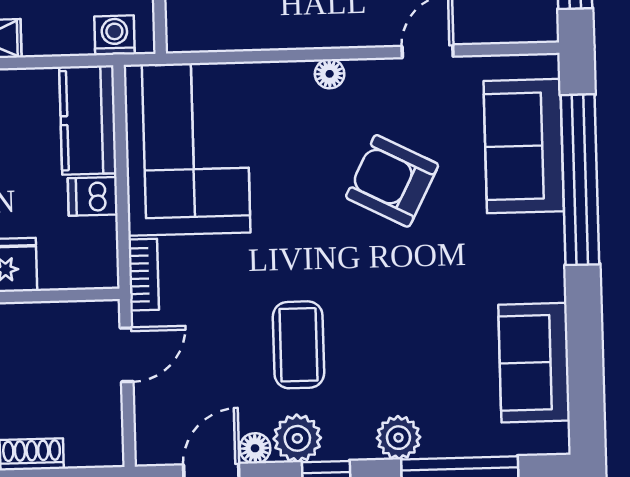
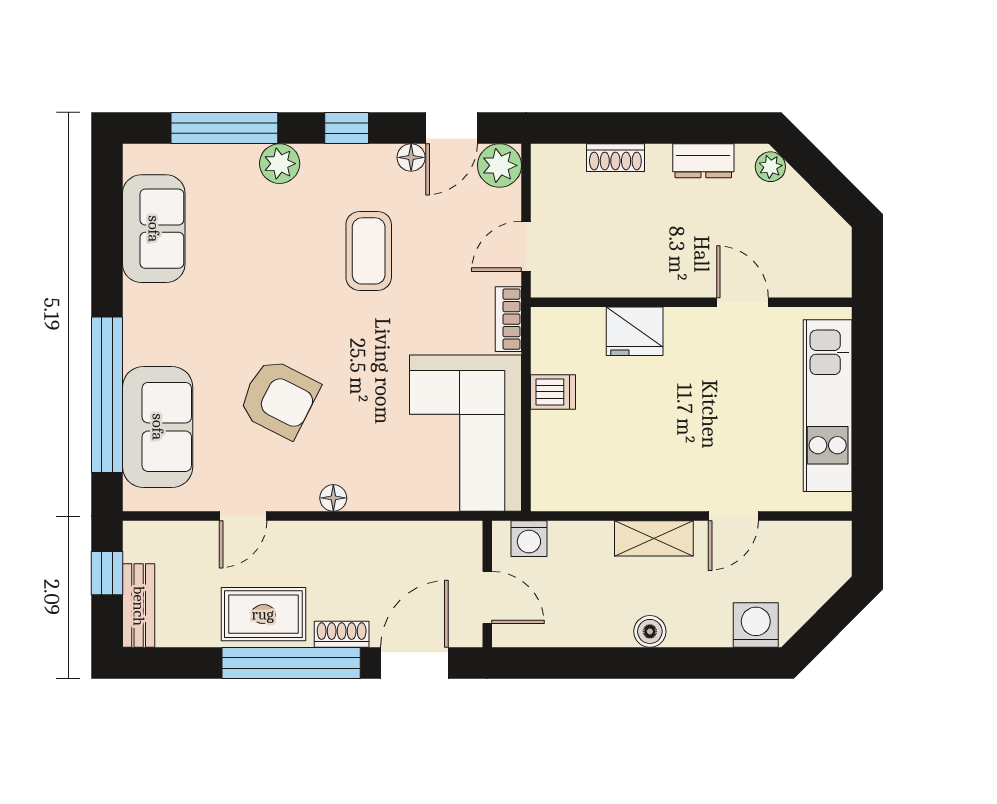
kitchen counter: (88, 120) -> (555, 462), removed
plant: (297, 438) -> (500, 165), moved

